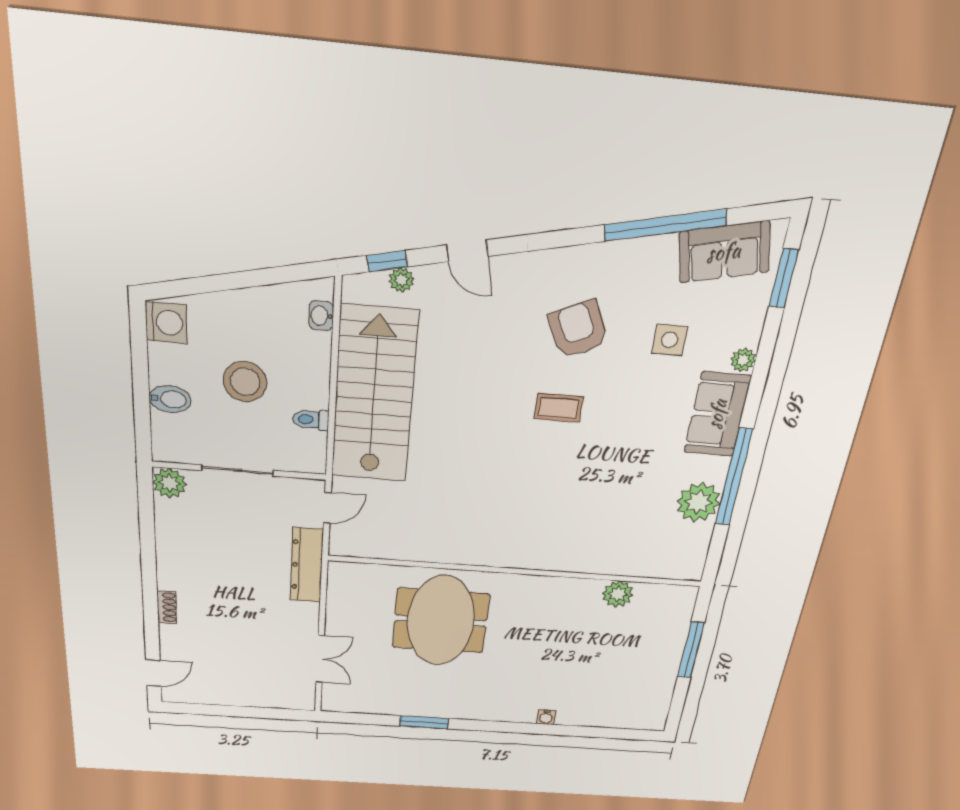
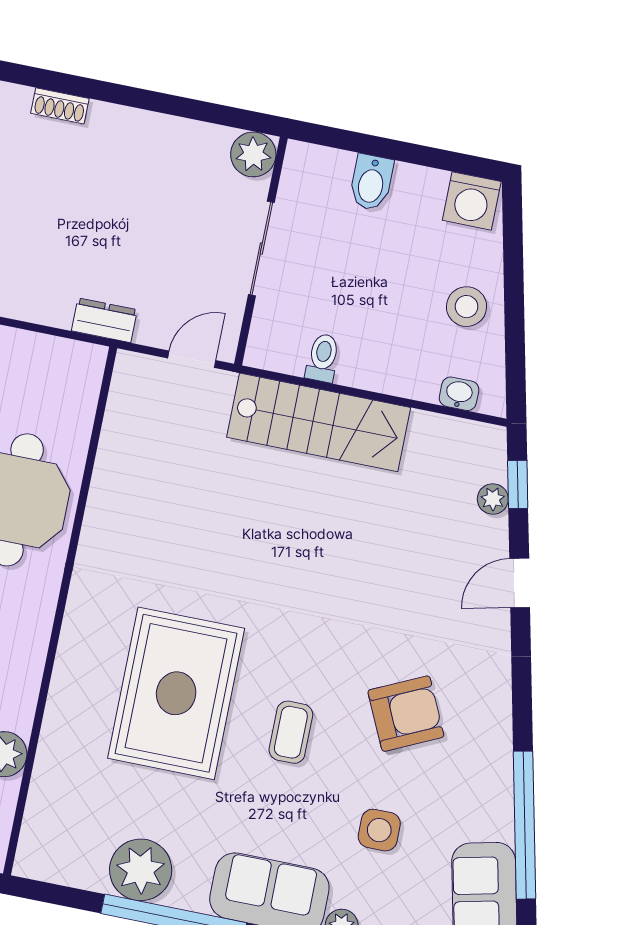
stool: (245, 382) -> (467, 307), moved, width x0.73, depth x0.73
stairs: (374, 396) -> (319, 422), width x0.73, depth x0.66
coffee table: (558, 408) -> (291, 732), moved
rug: (570, 493) -> (176, 693), added
door: (327, 508) -> (192, 359), swing flipped
dresser: (307, 565) -> (104, 320), width x0.51, depth x0.80

